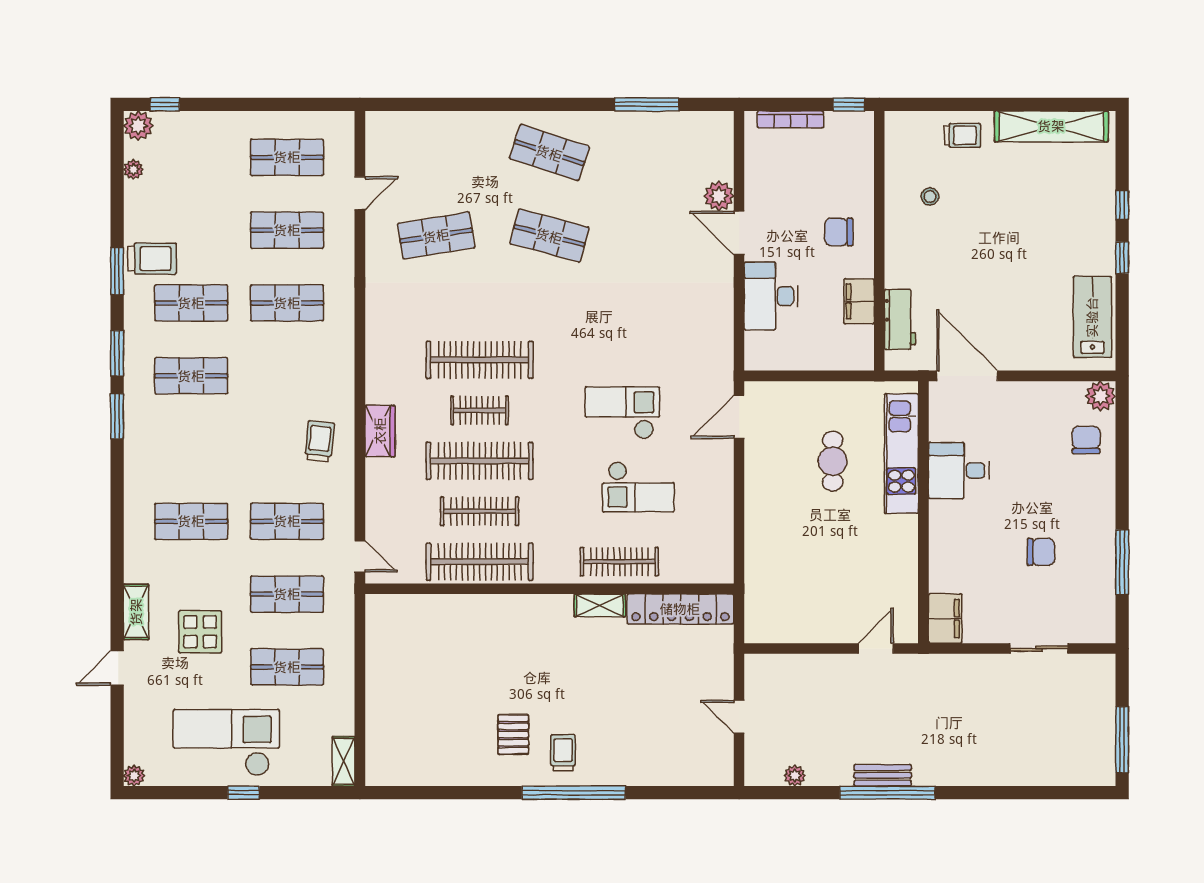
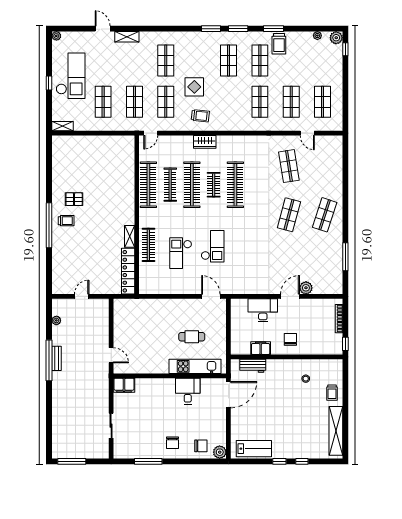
chair: (1041, 552) -> (172, 443), moved
display table: (200, 632) -> (194, 87), moved

